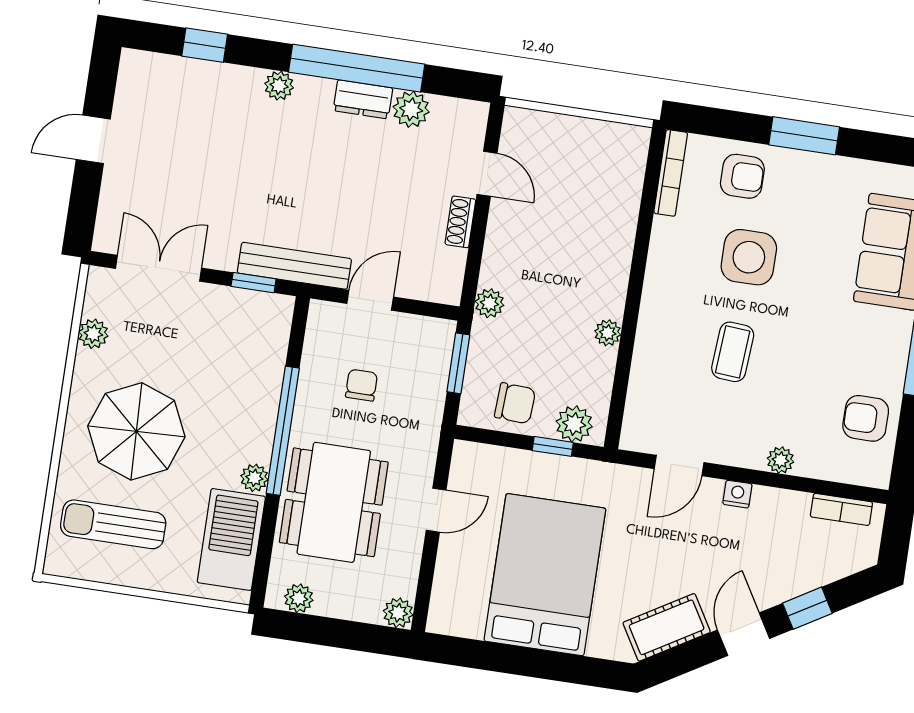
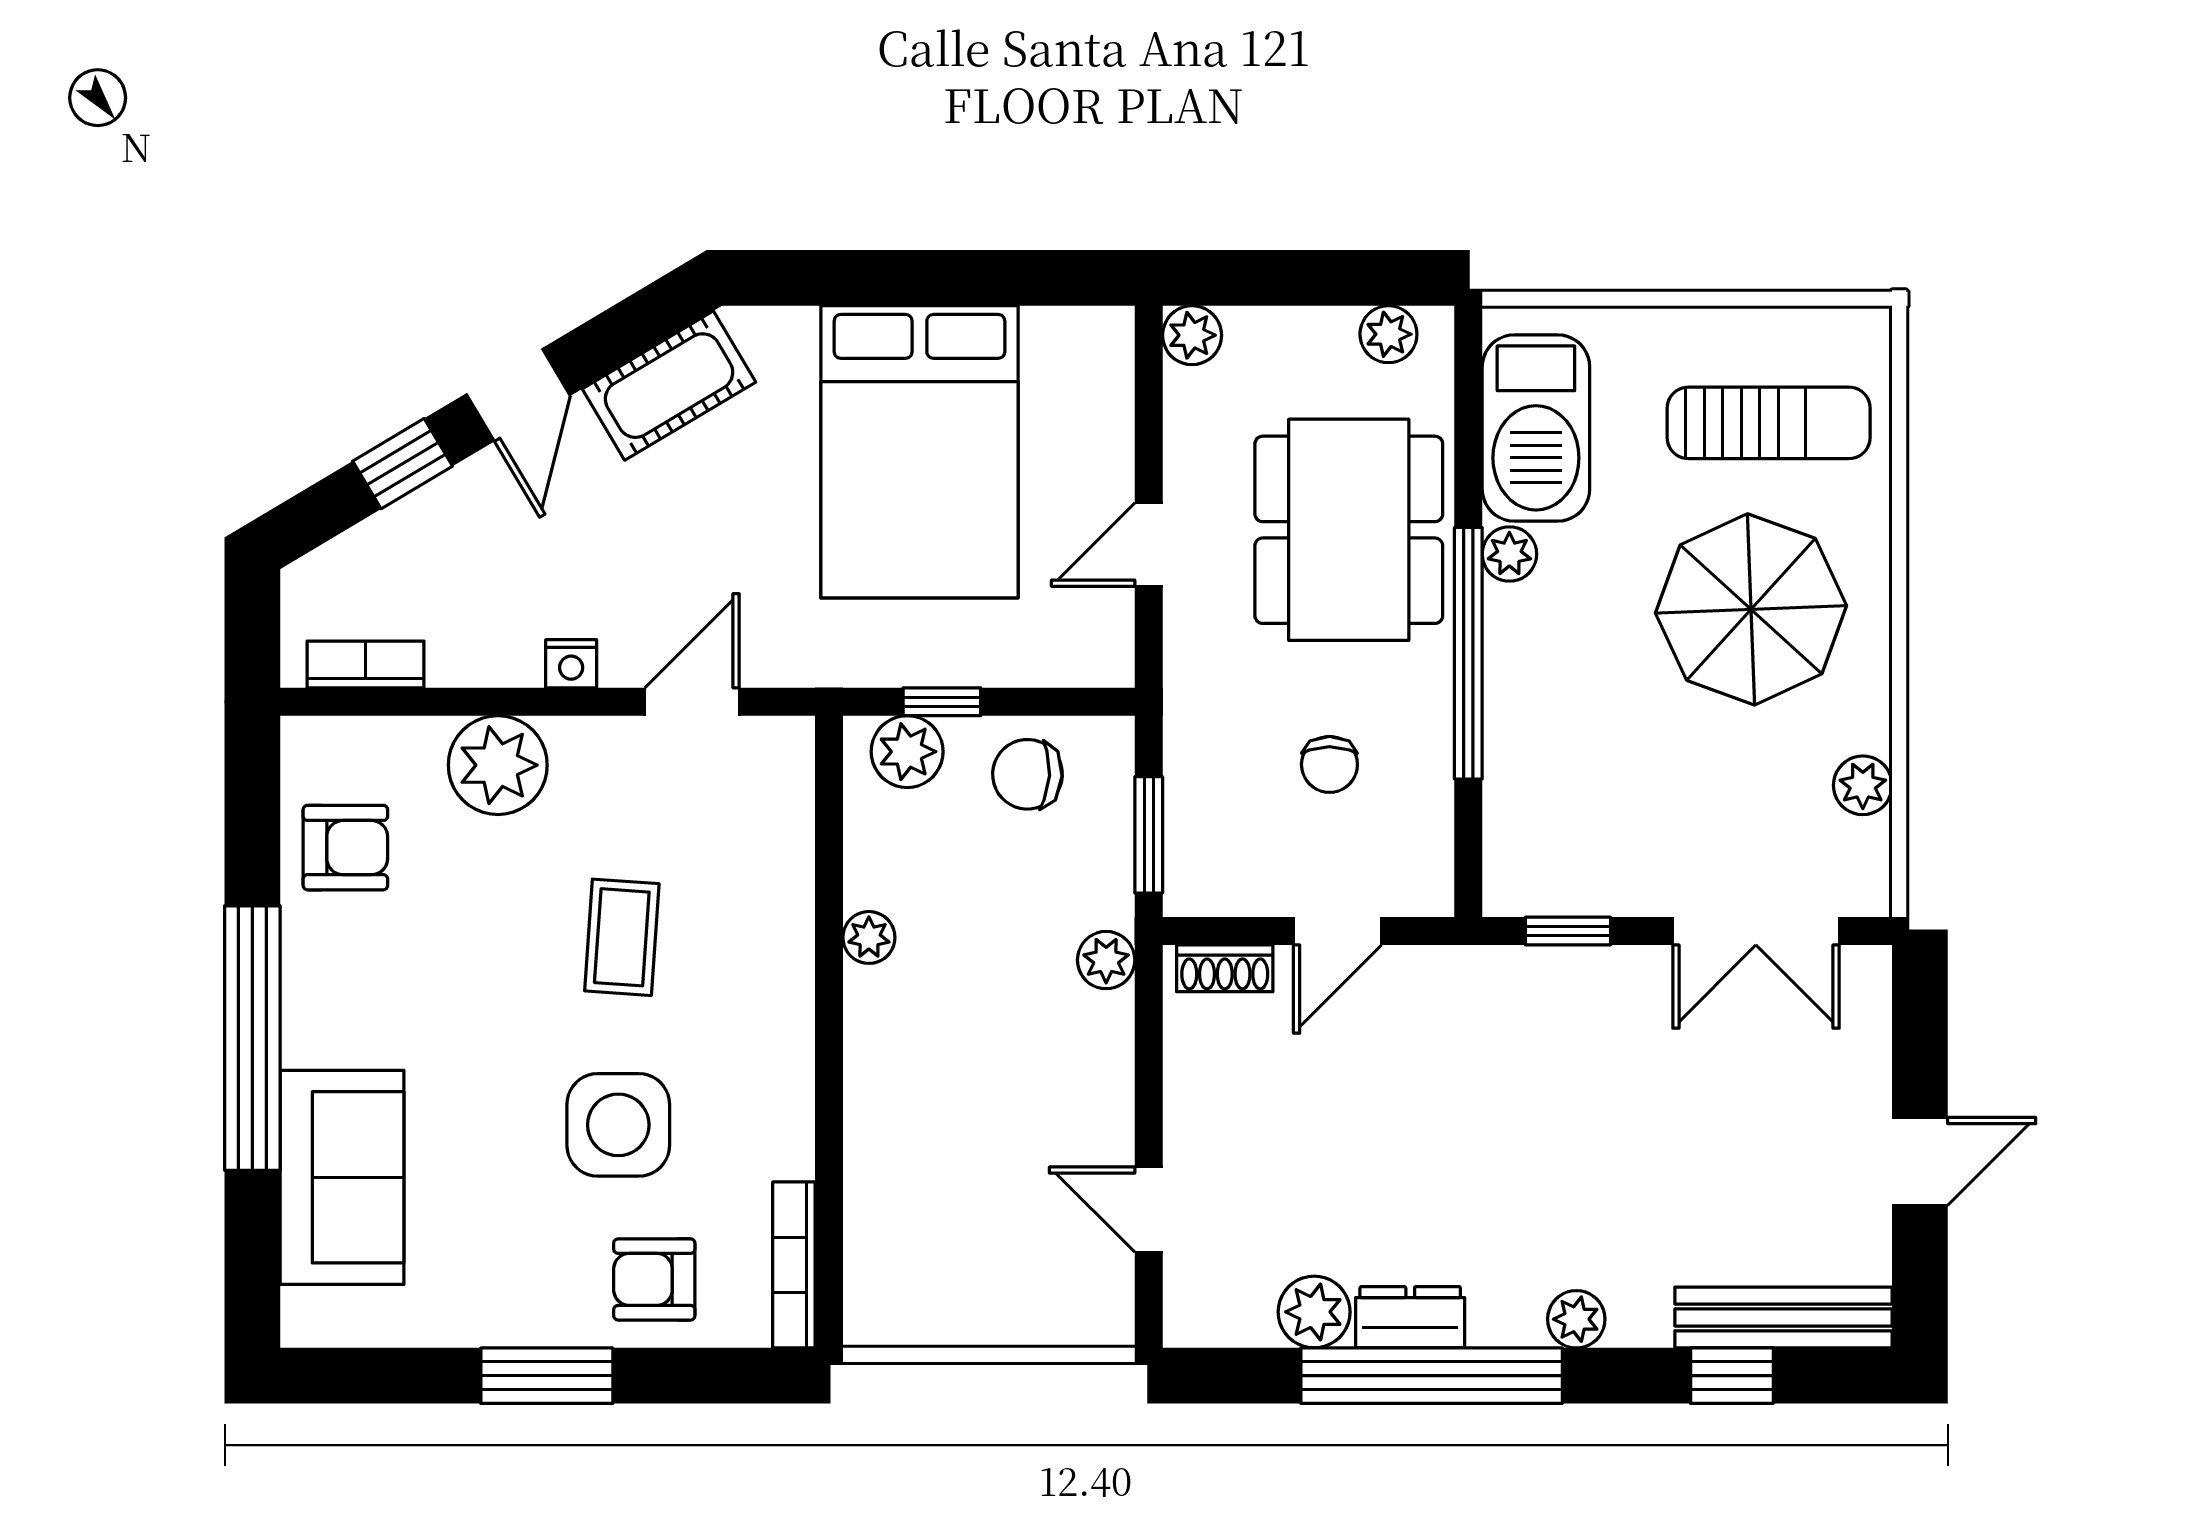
shoe rack: (460, 222) -> (1225, 968), moved, turned 90
bench: (294, 266) -> (1783, 1317), moved
plant: (780, 460) -> (498, 765), width x1.88, depth x1.88

